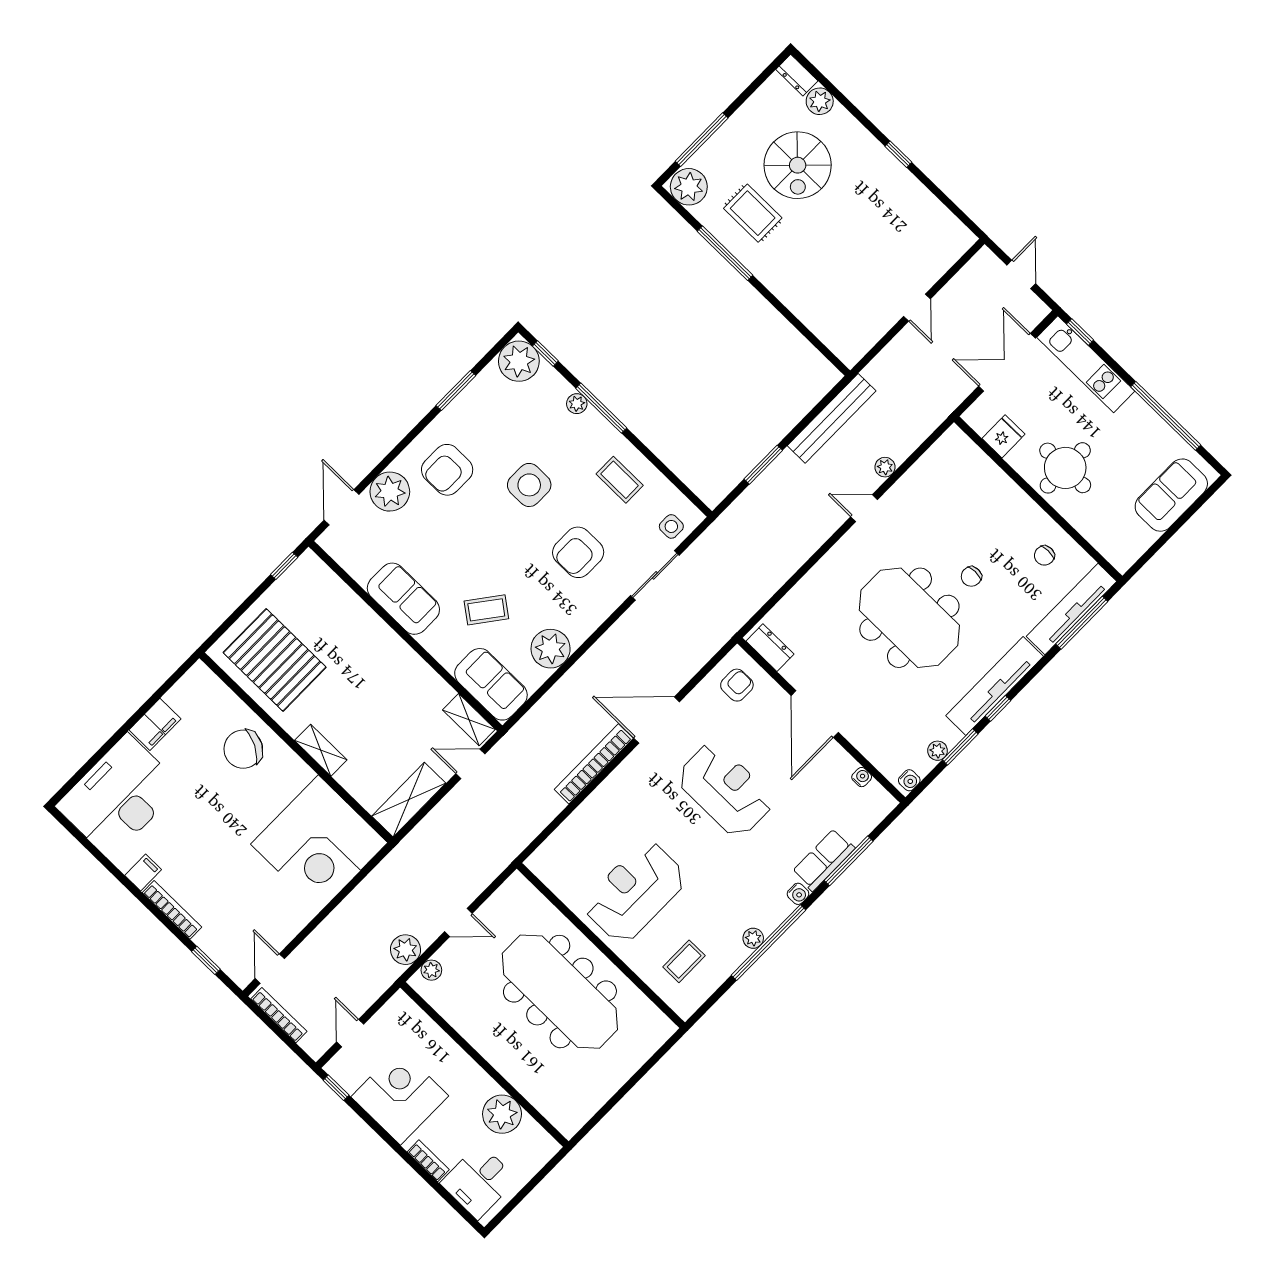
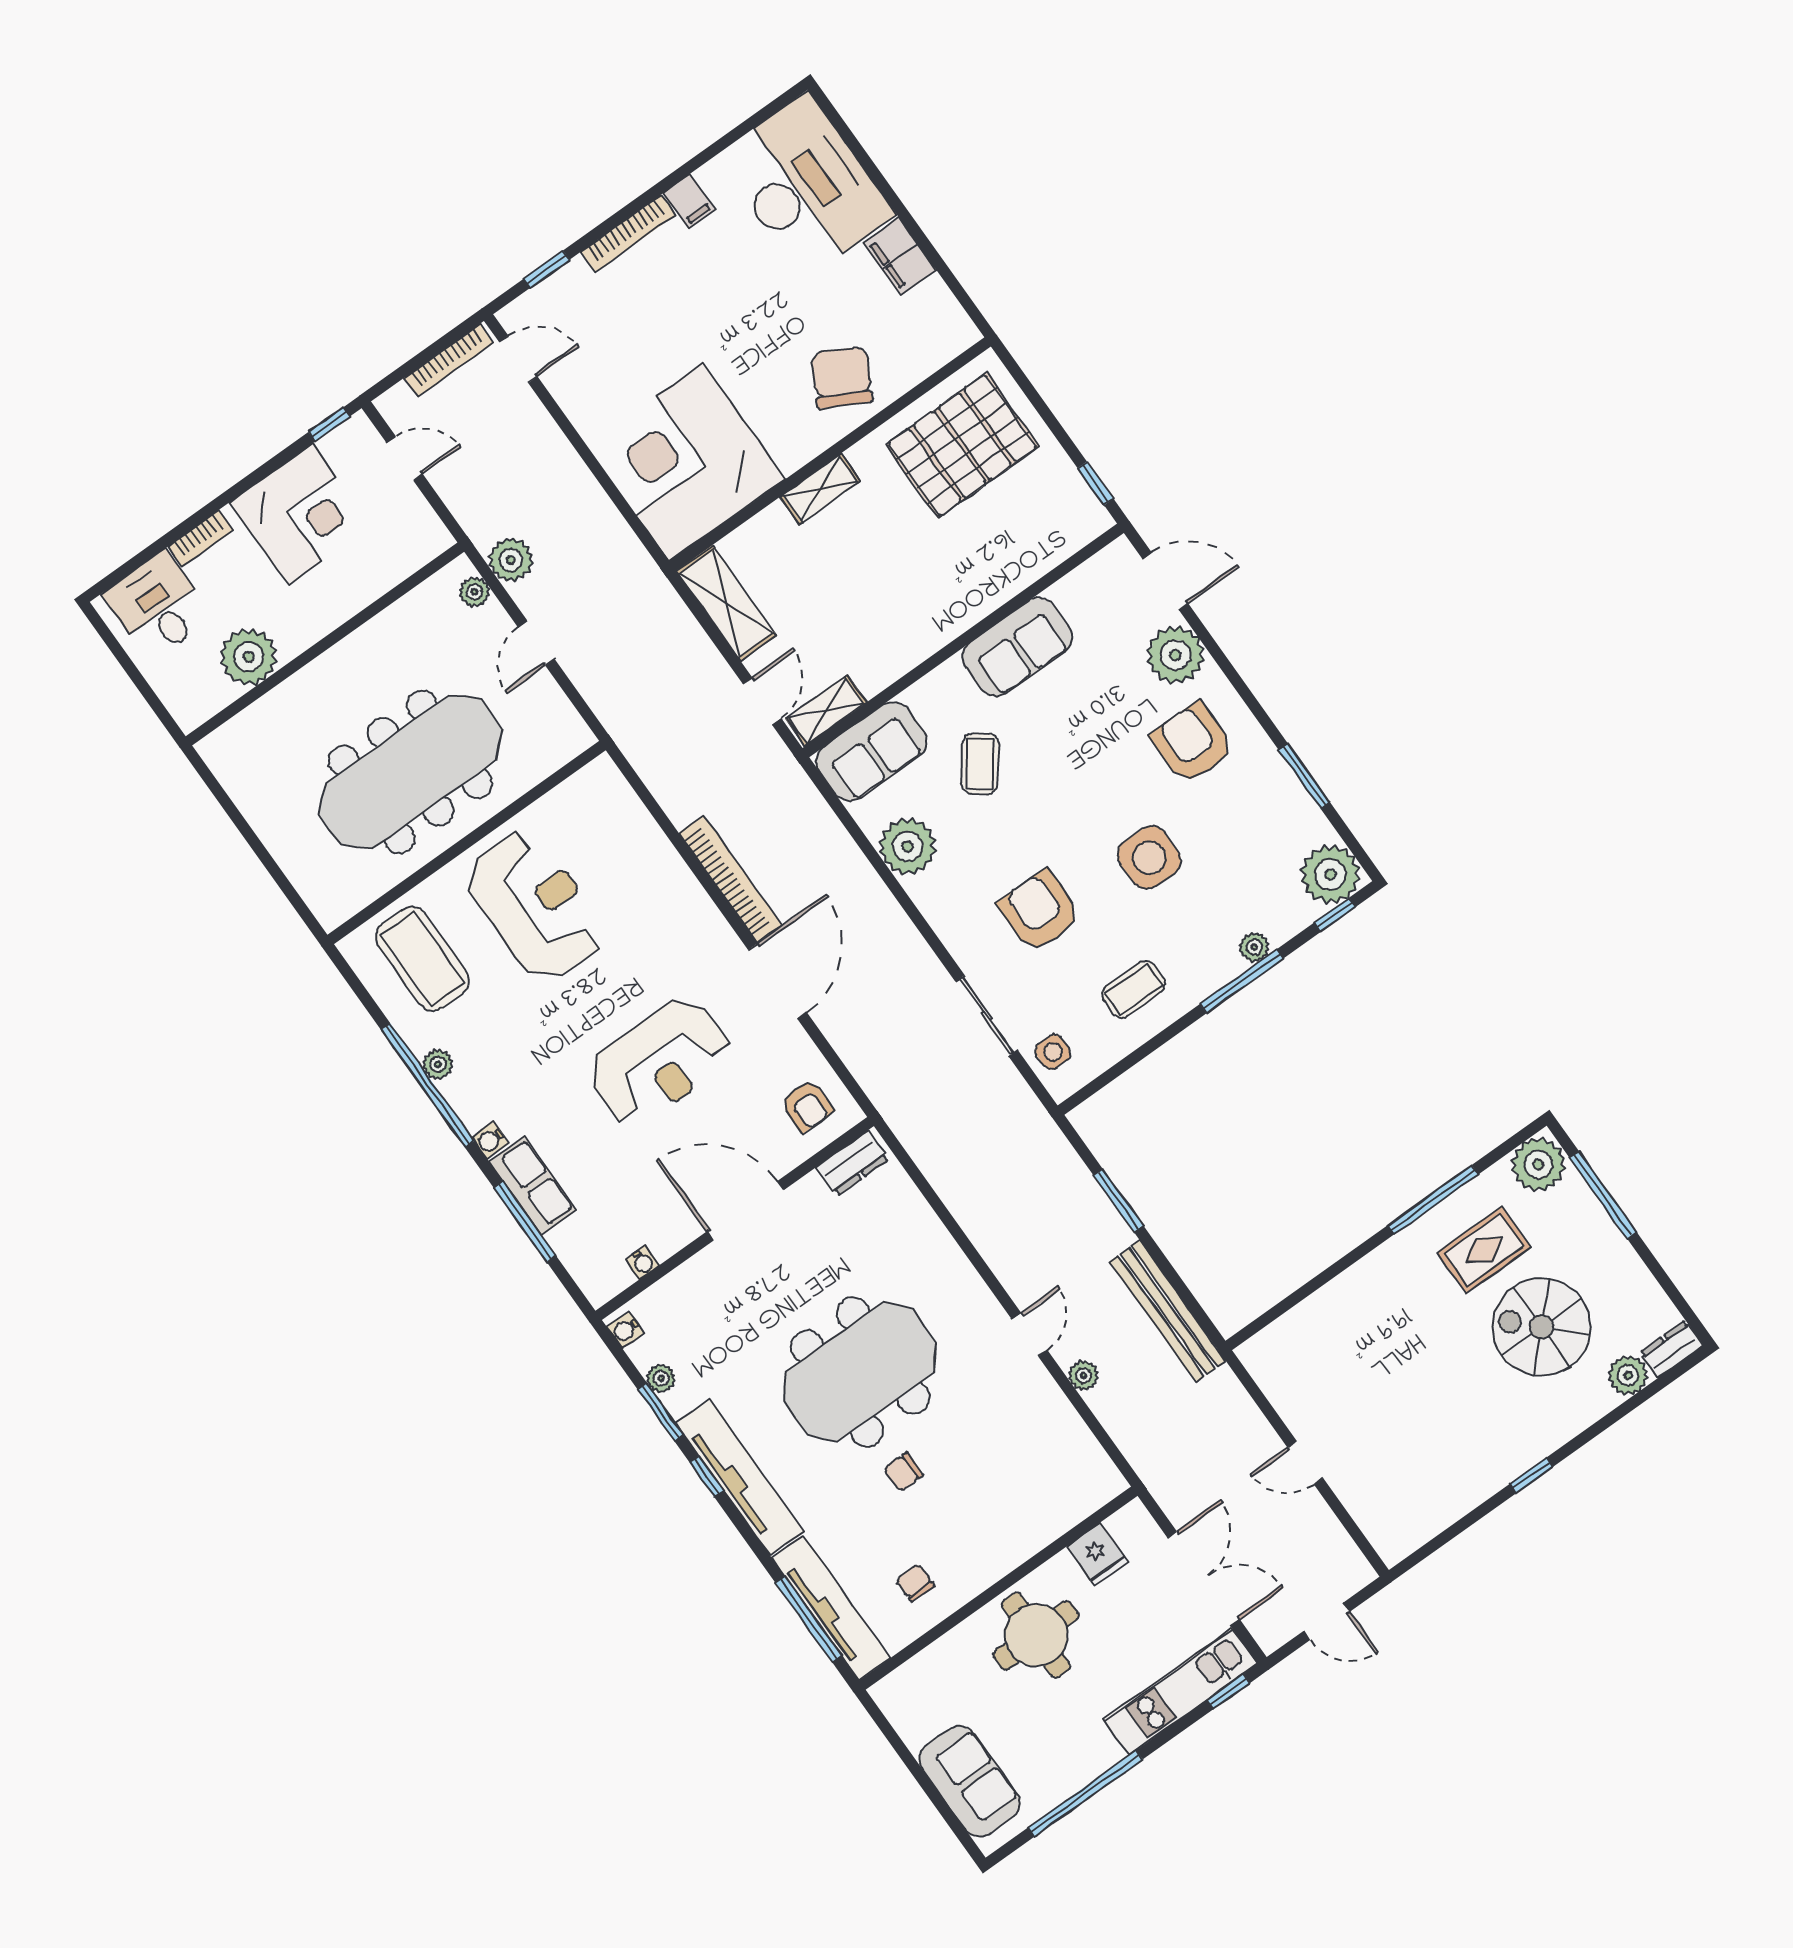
chair: (971, 576) -> (904, 1472), turned -90
coffee table: (684, 961) -> (422, 959), width x1.86, depth x1.72

